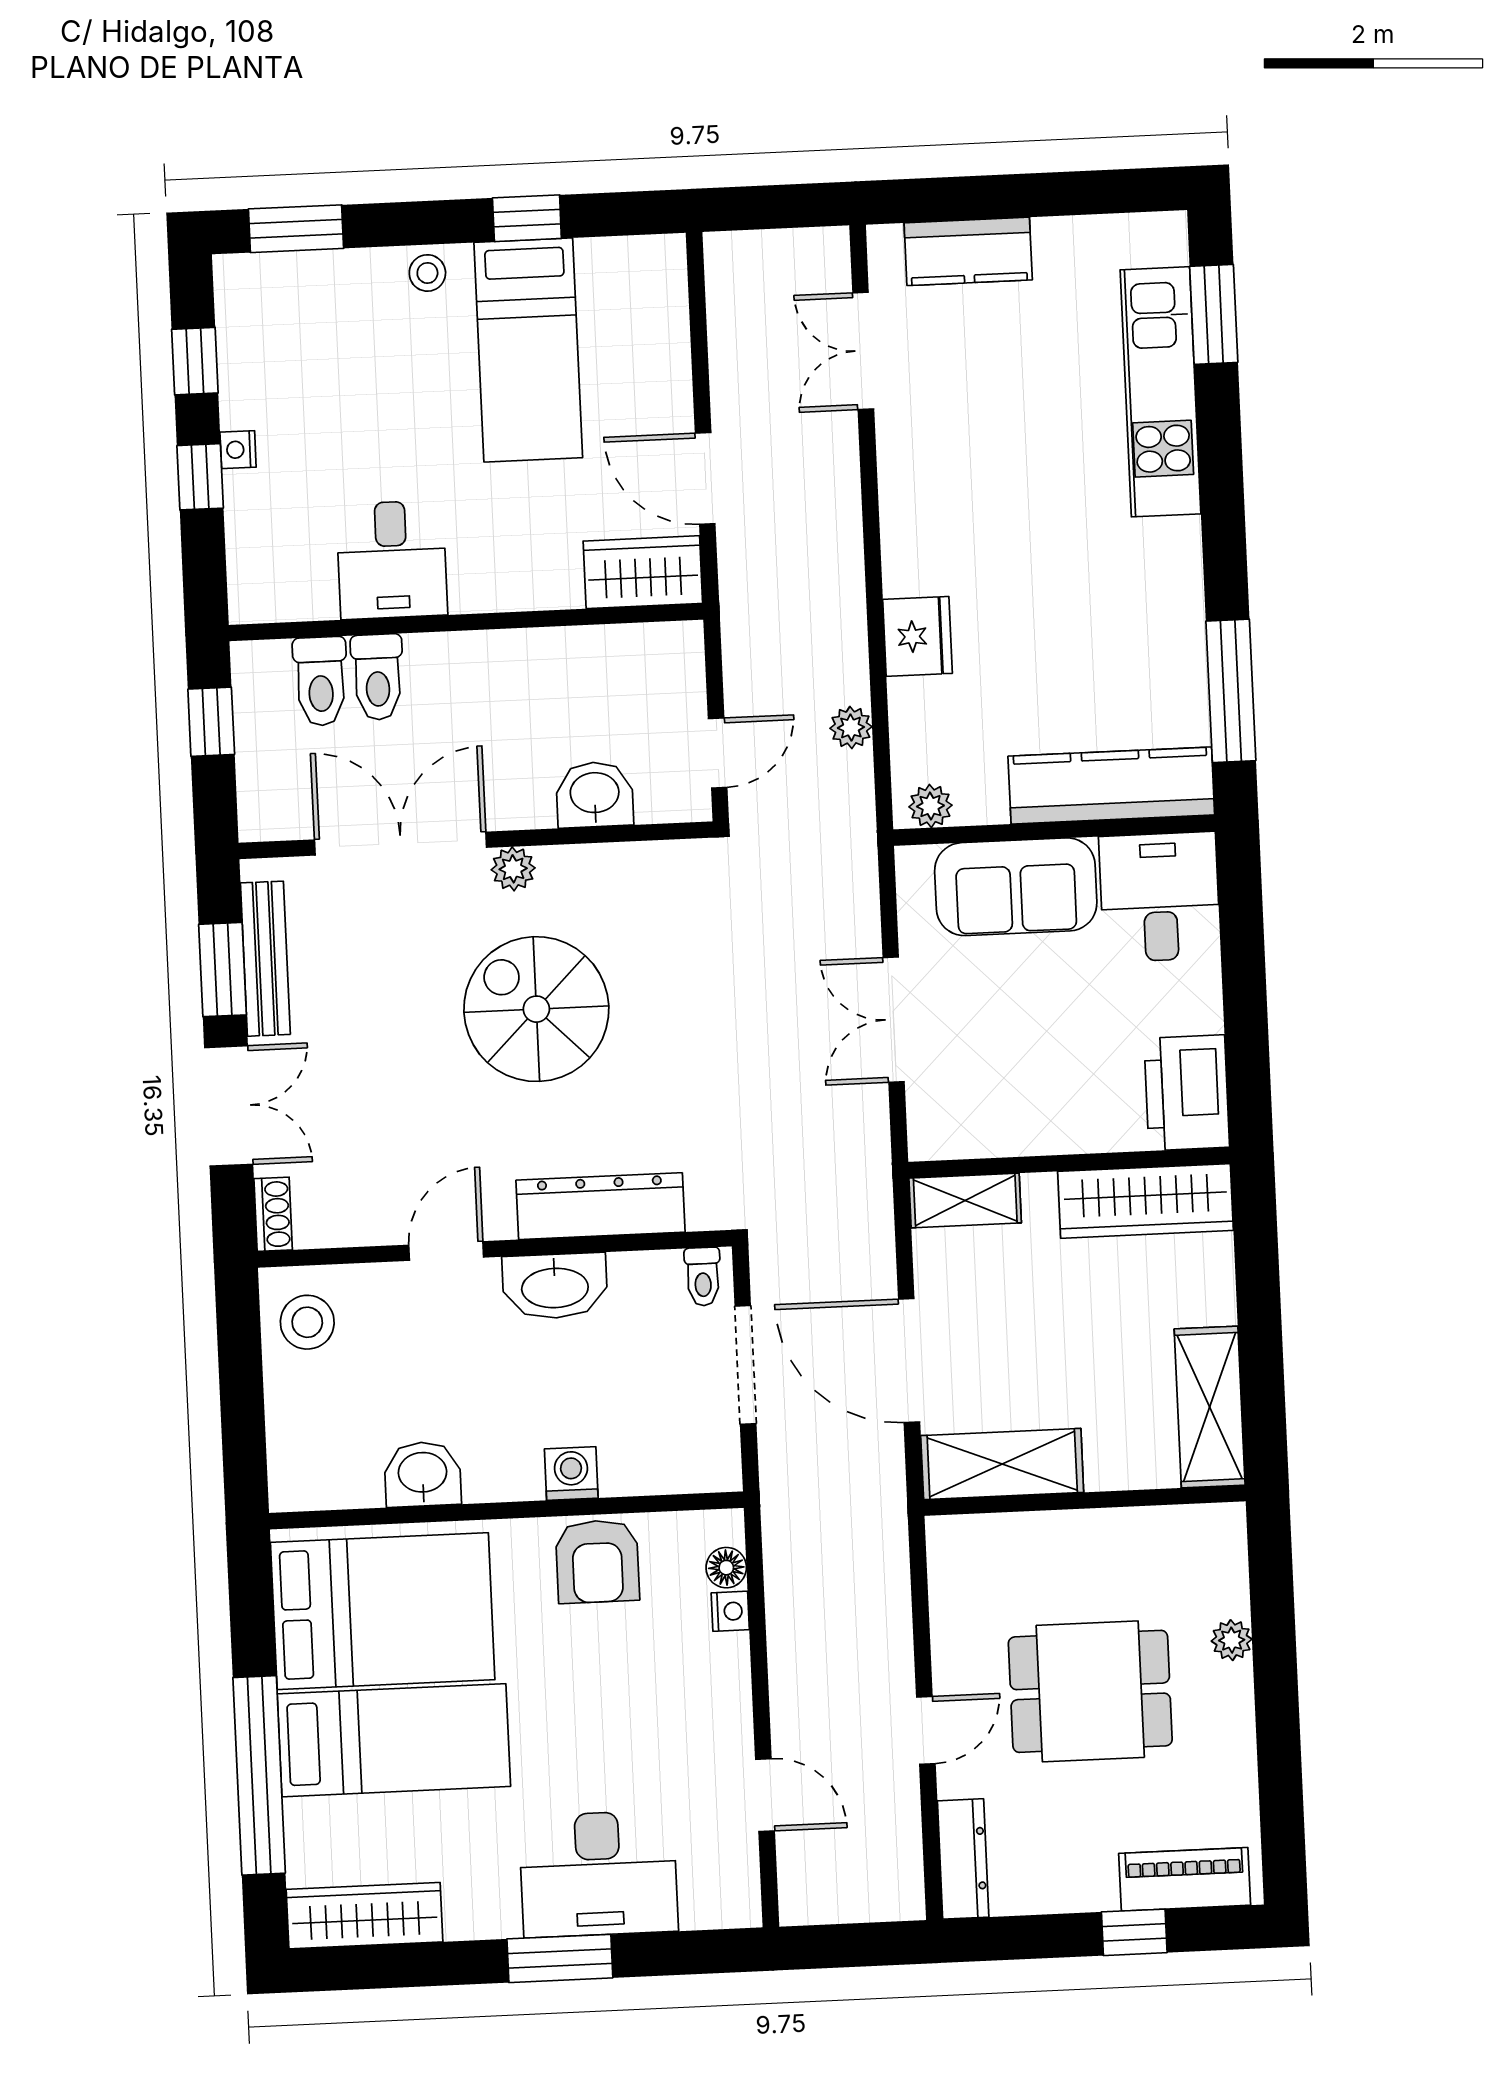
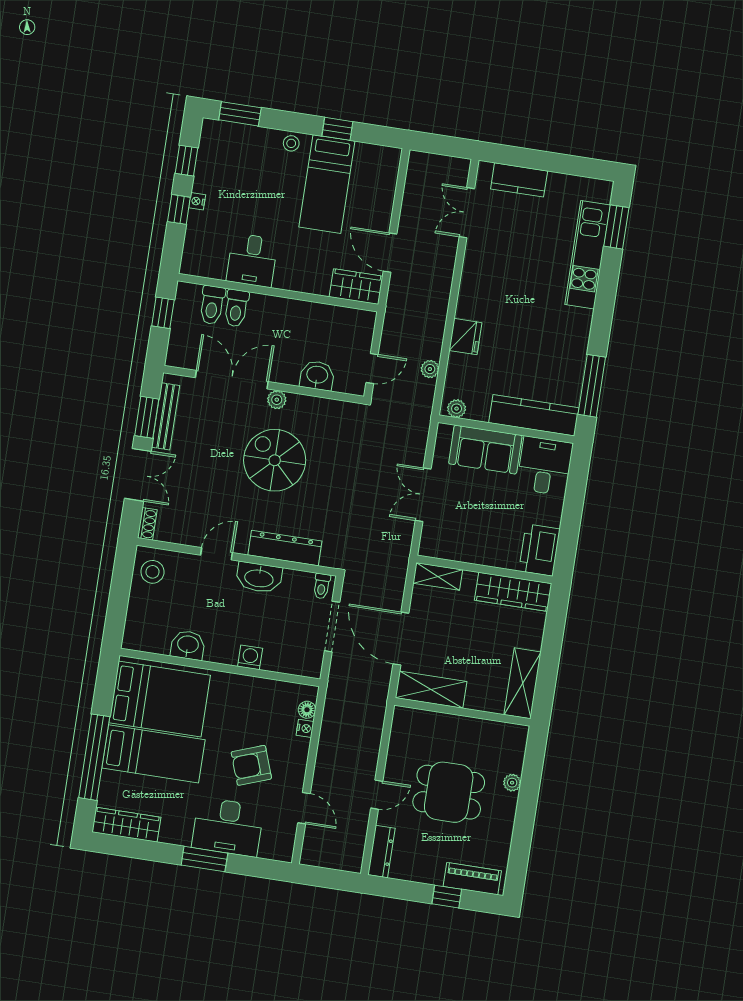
armchair: (597, 1561) -> (251, 765), moved, turned 70

